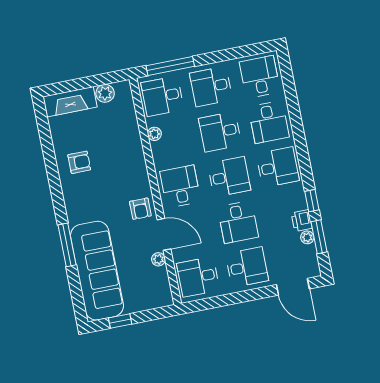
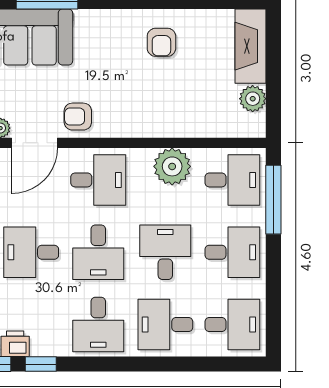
desk: (211, 87) -> (232, 252), turned 90
desk: (162, 96) -> (232, 180), turned 90
plant: (154, 134) -> (172, 166), width x1.88, depth x1.88

